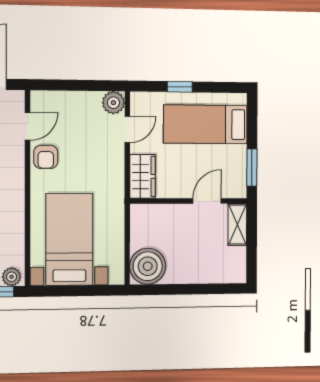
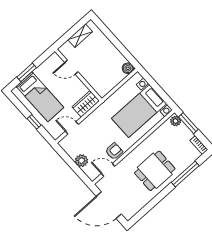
plant: (113, 103) -> (81, 161), moved
window: (252, 168) -> (27, 72), moved
shelving: (237, 224) -> (80, 36), moved
boiler: (148, 266) -> (128, 68), width x0.54, depth x0.54

